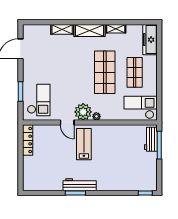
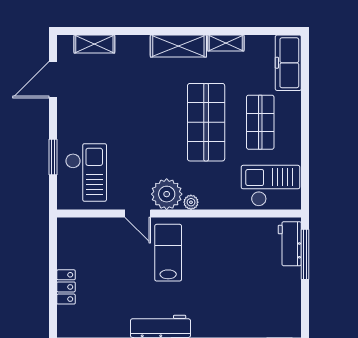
shelving: (62, 29) -> (94, 44), moved
locker: (28, 140) -> (66, 287), moved, width x0.66

